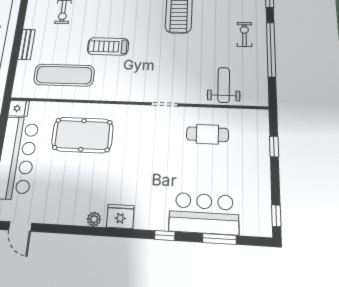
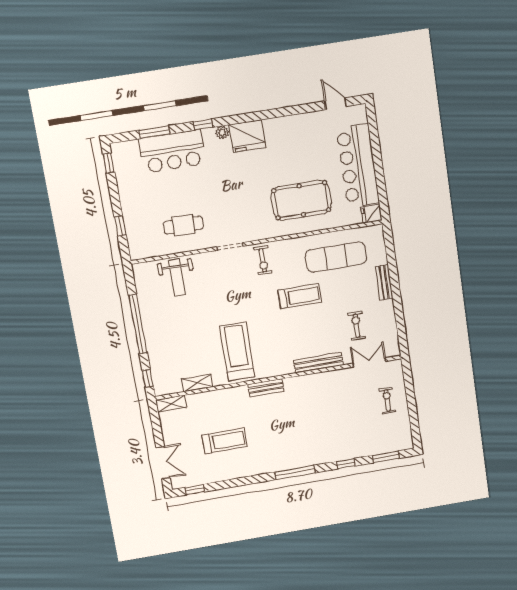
exercise bike: (244, 34) -> (263, 260), moved
fridge: (120, 216) -> (247, 136), width x1.36, depth x1.34
plant: (94, 219) -> (222, 132), moved

